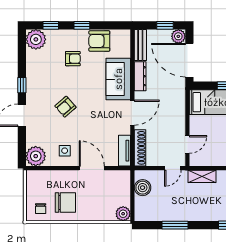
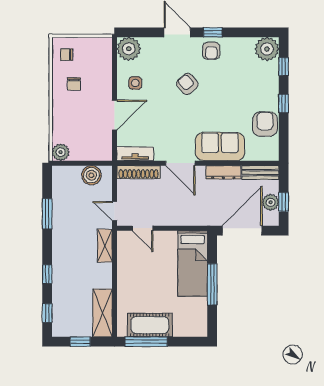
plant: (178, 36) -> (271, 202), moved
armchair: (73, 59) -> (211, 51), moved
chair: (65, 203) -> (74, 84), width x0.54, depth x0.54

